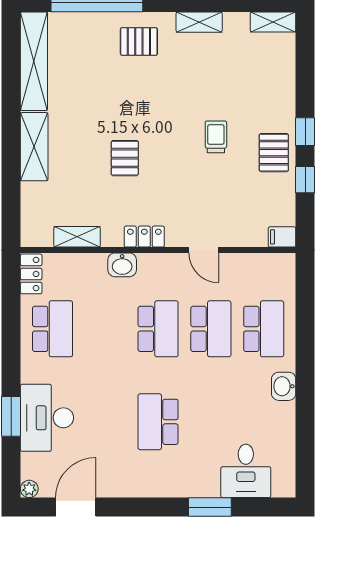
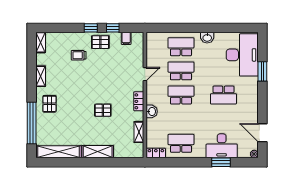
trolley: (216, 137) -> (79, 55), moved
filing cabinet: (282, 237) -> (126, 38), moved
desk: (246, 471) -> (242, 55), width x1.87, depth x1.30

